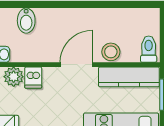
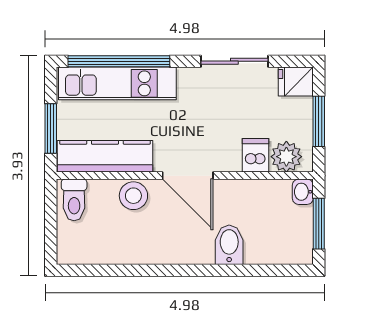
bidet: (26, 21) -> (229, 245), moved
door: (76, 65) -> (188, 176), hinge flipped

